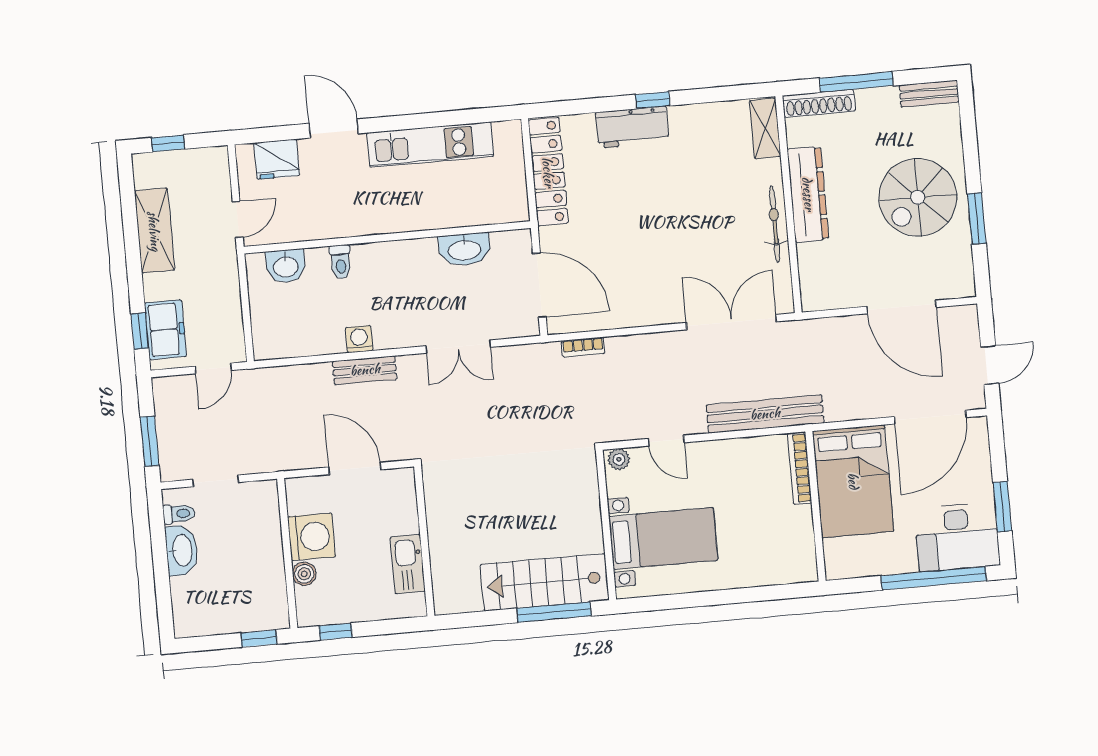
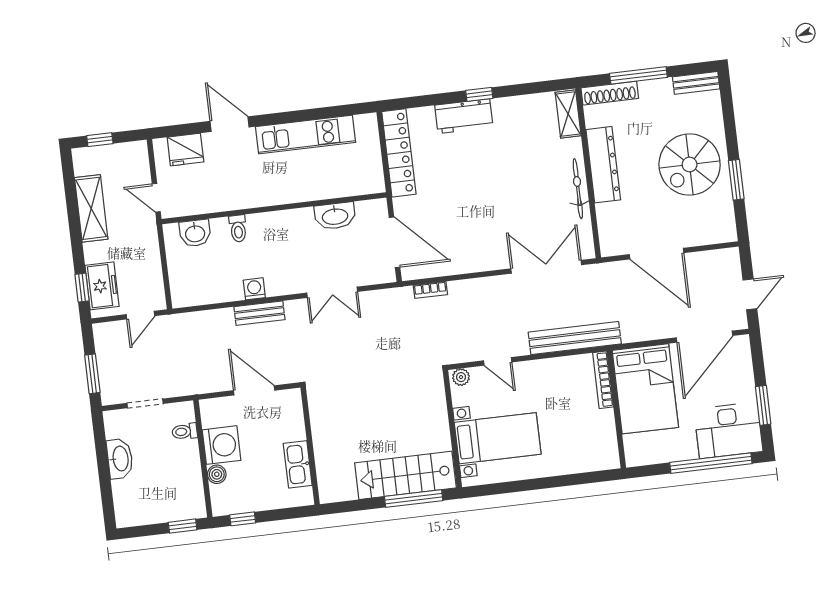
door: (238, 219) -> (156, 198), swing flipped
door: (901, 307) -> (657, 254), moved
toilet: (179, 514) -> (185, 431), moved, turned 180

